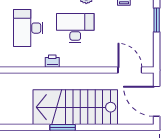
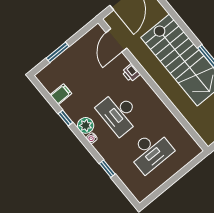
printer: (52, 61) -> (131, 73), moved

